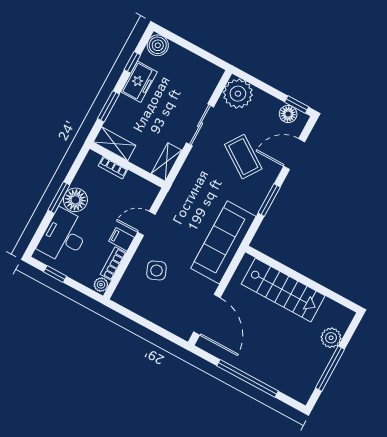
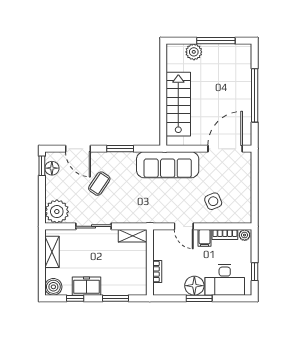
shelving: (115, 144) -> (52, 252), moved
coffee table: (243, 157) -> (99, 184), width x0.73, depth x0.77

